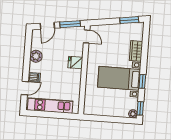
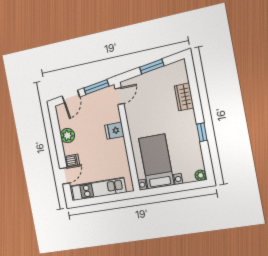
window: (129, 20) -> (152, 66), moved
door: (87, 36) -> (119, 96), hinge flipped
bed with nightstands: (119, 78) -> (156, 161), moved, turned 90
window: (140, 108) -> (208, 166), removed

